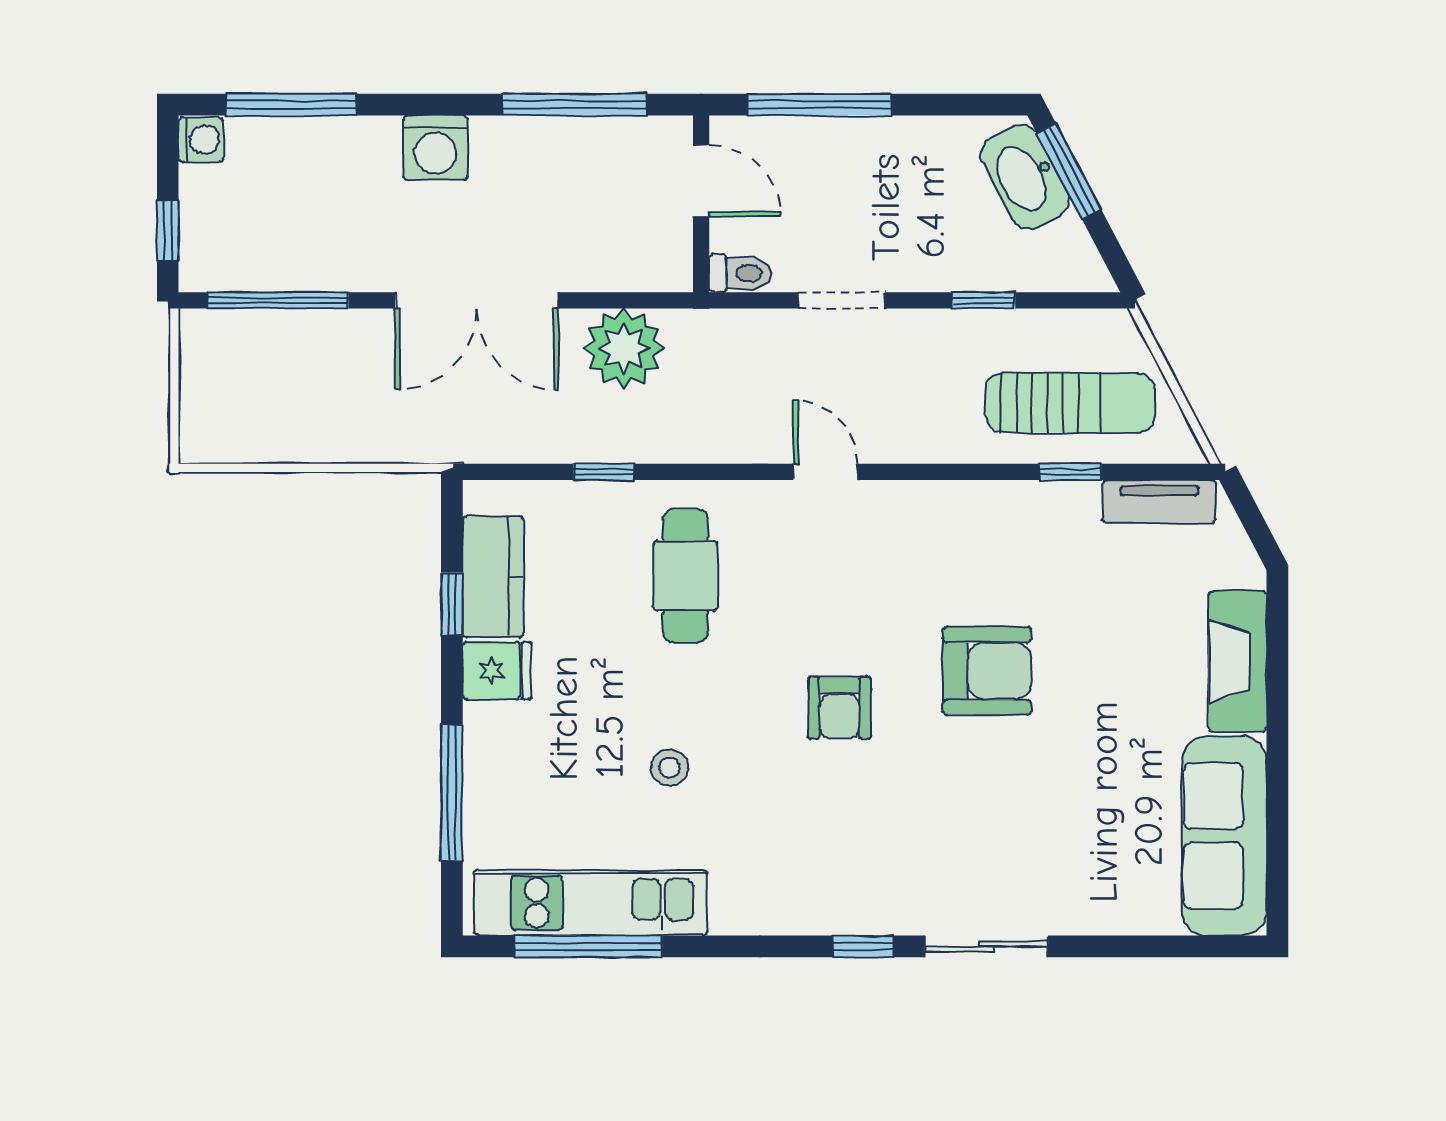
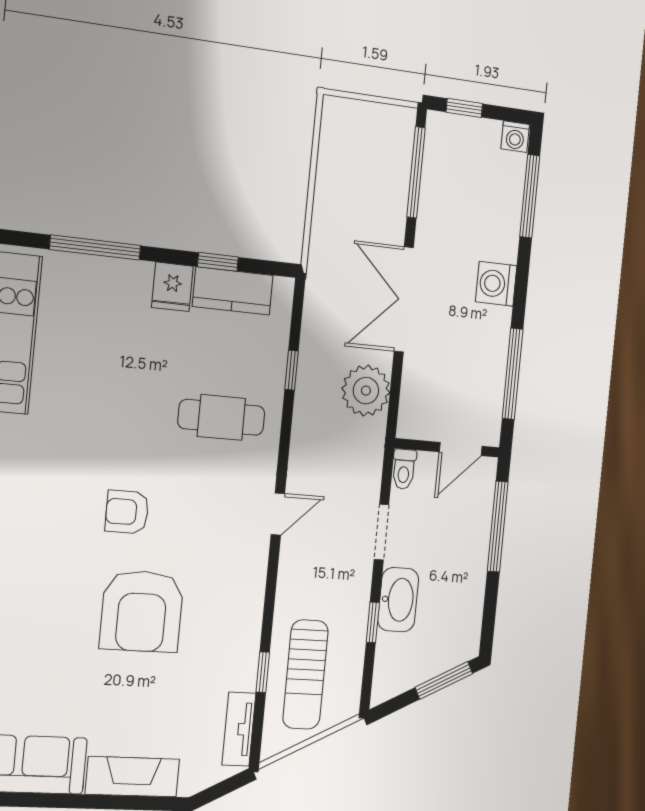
washbasin: (1025, 177) -> (398, 600), moved, turned 118
armchair: (987, 671) -> (142, 611), width x1.36, depth x1.36
stool: (669, 768) -> (98, 395), removed

